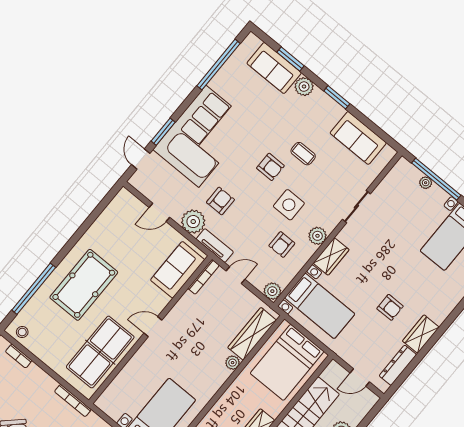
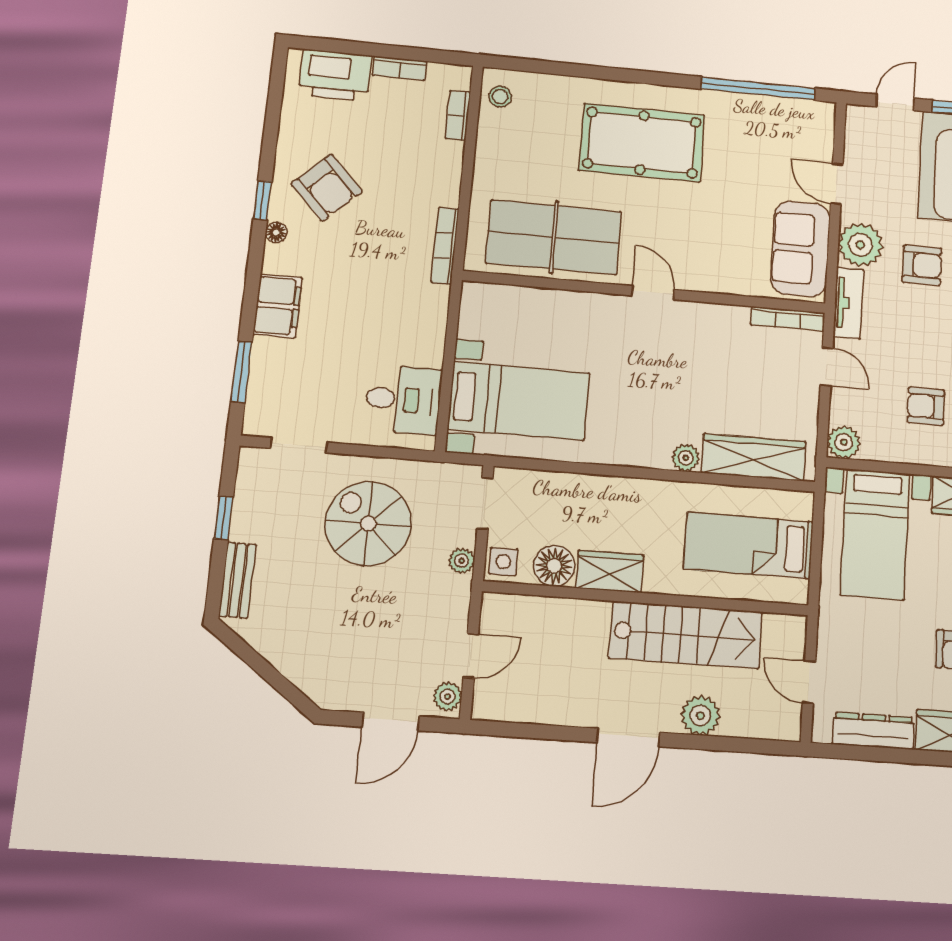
sofa: (178, 270) -> (801, 249), moved, turned -90
window: (34, 289) -> (758, 89), moved
bed: (287, 362) -> (749, 545), width x0.67

